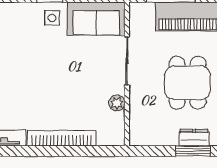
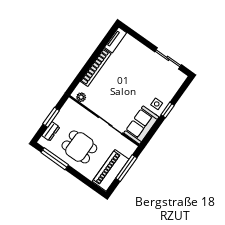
plant: (117, 103) -> (81, 97), moved
window: (193, 151) -> (51, 117), moved

